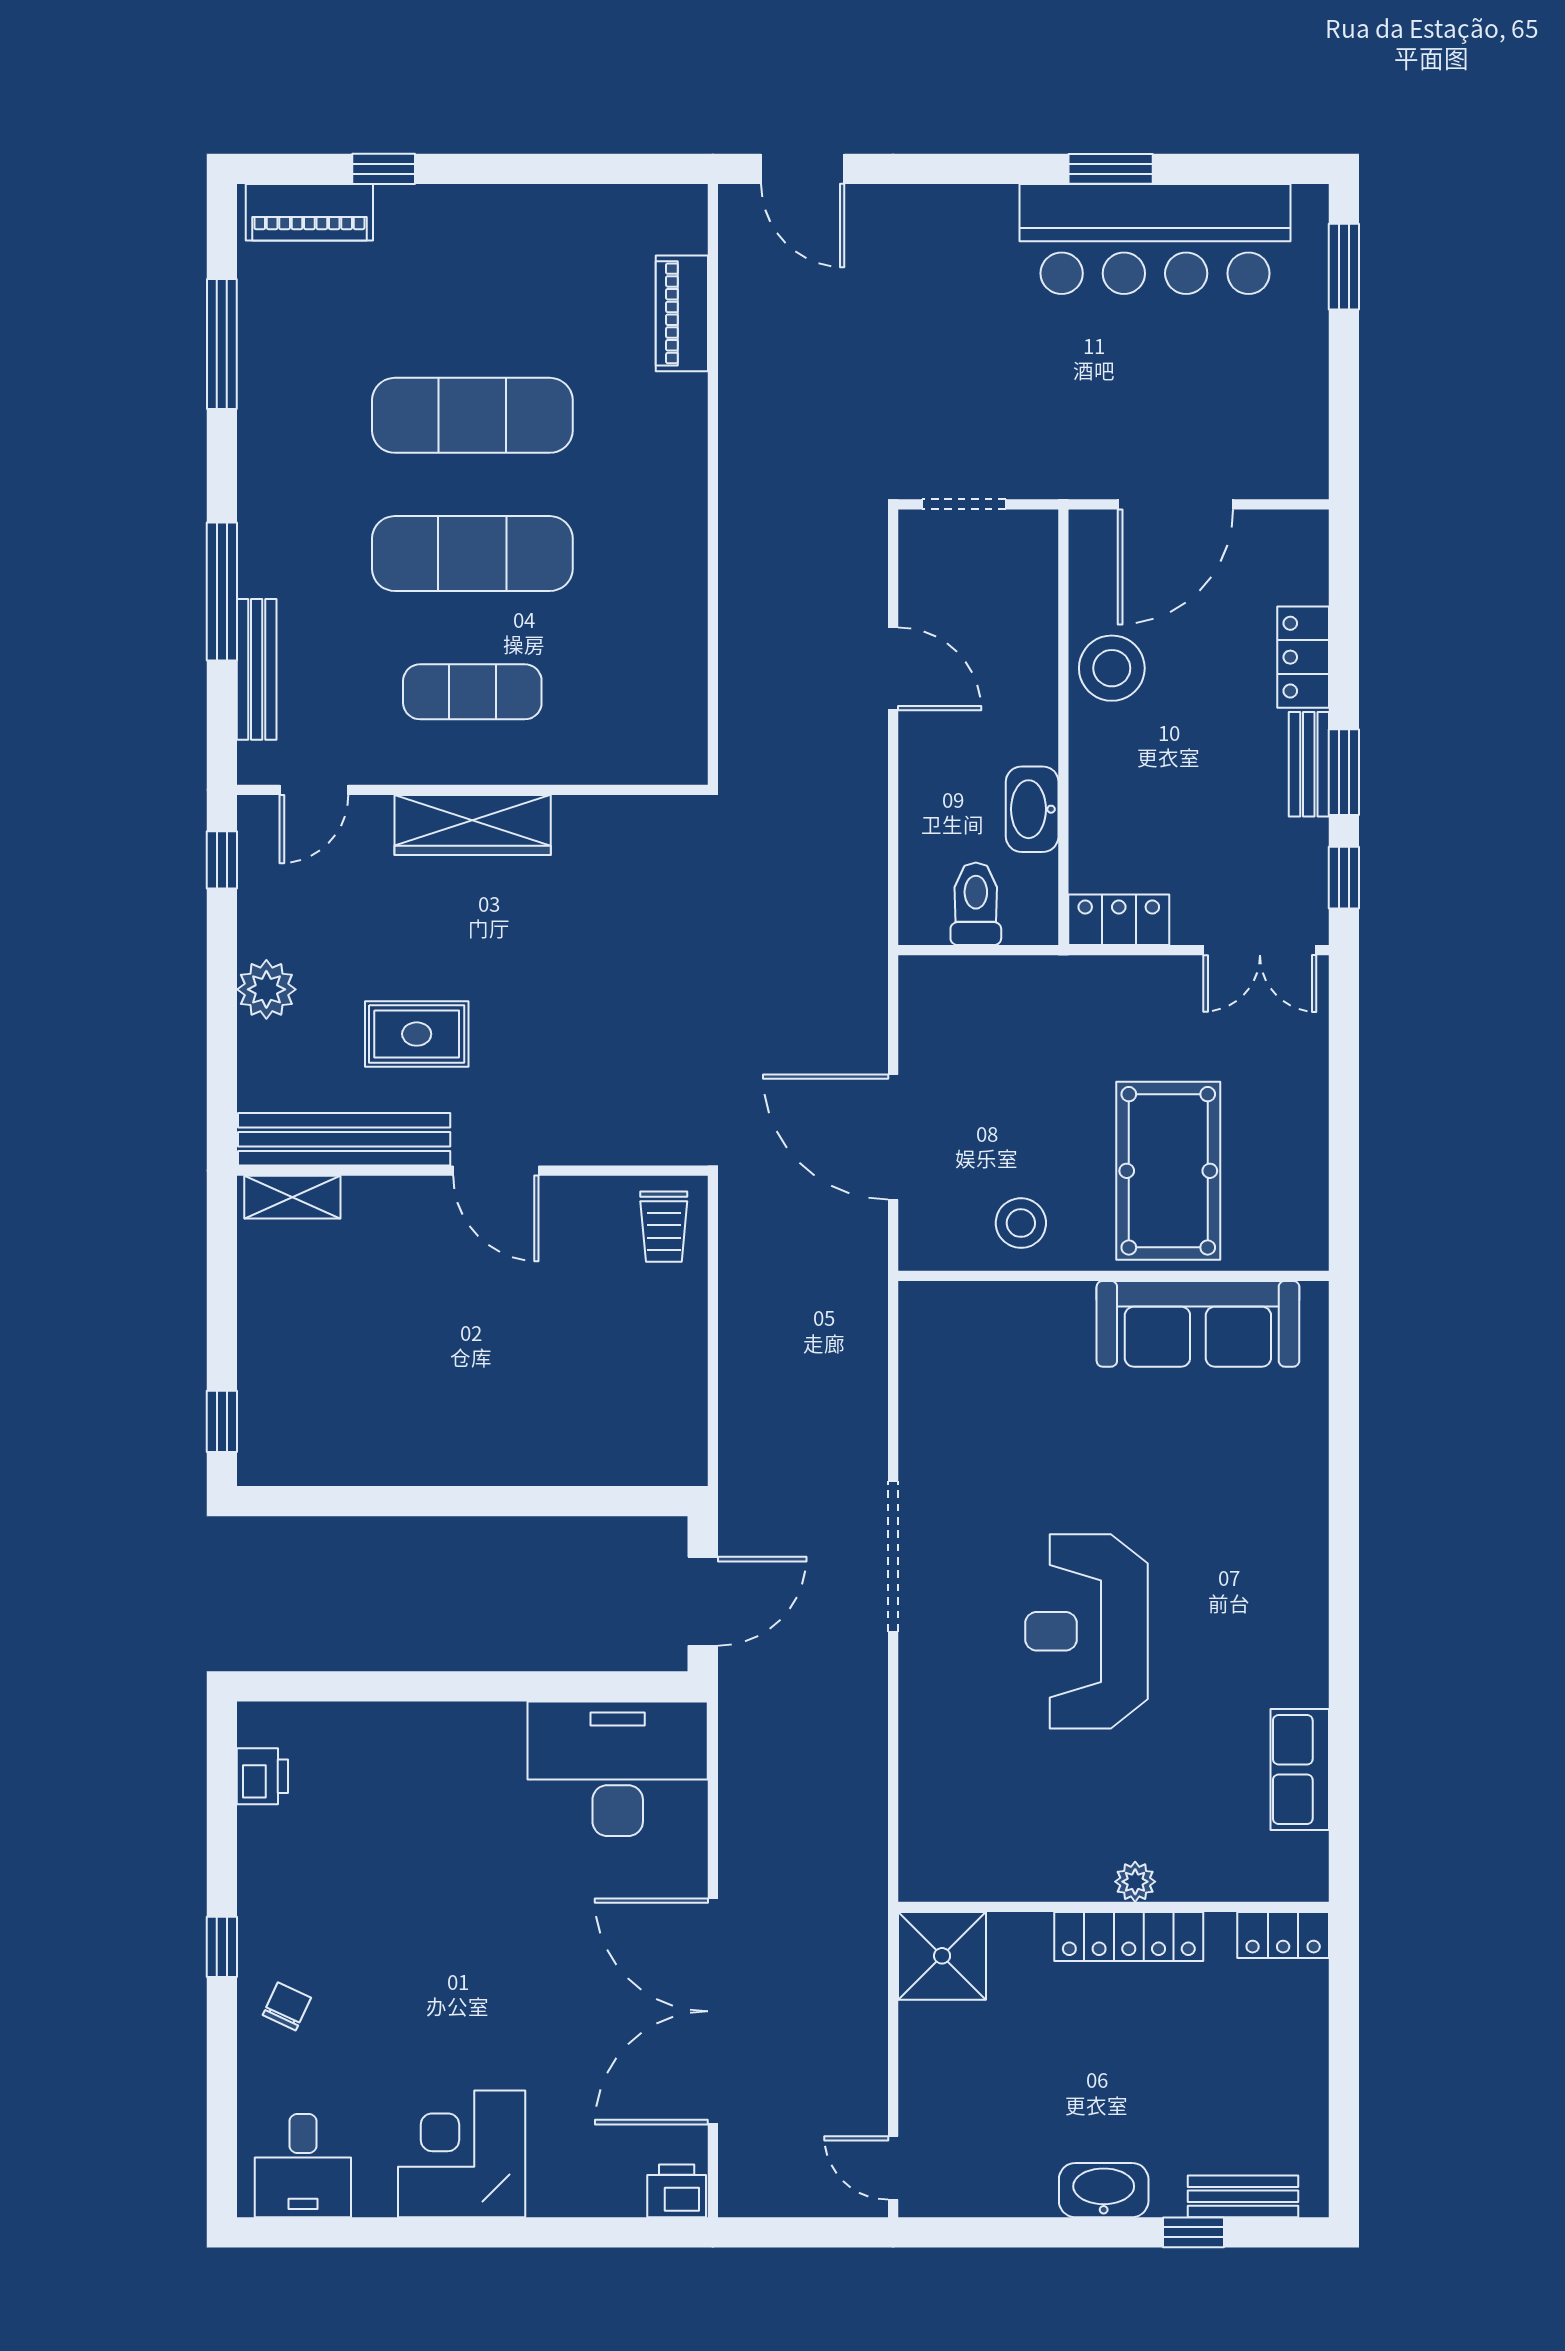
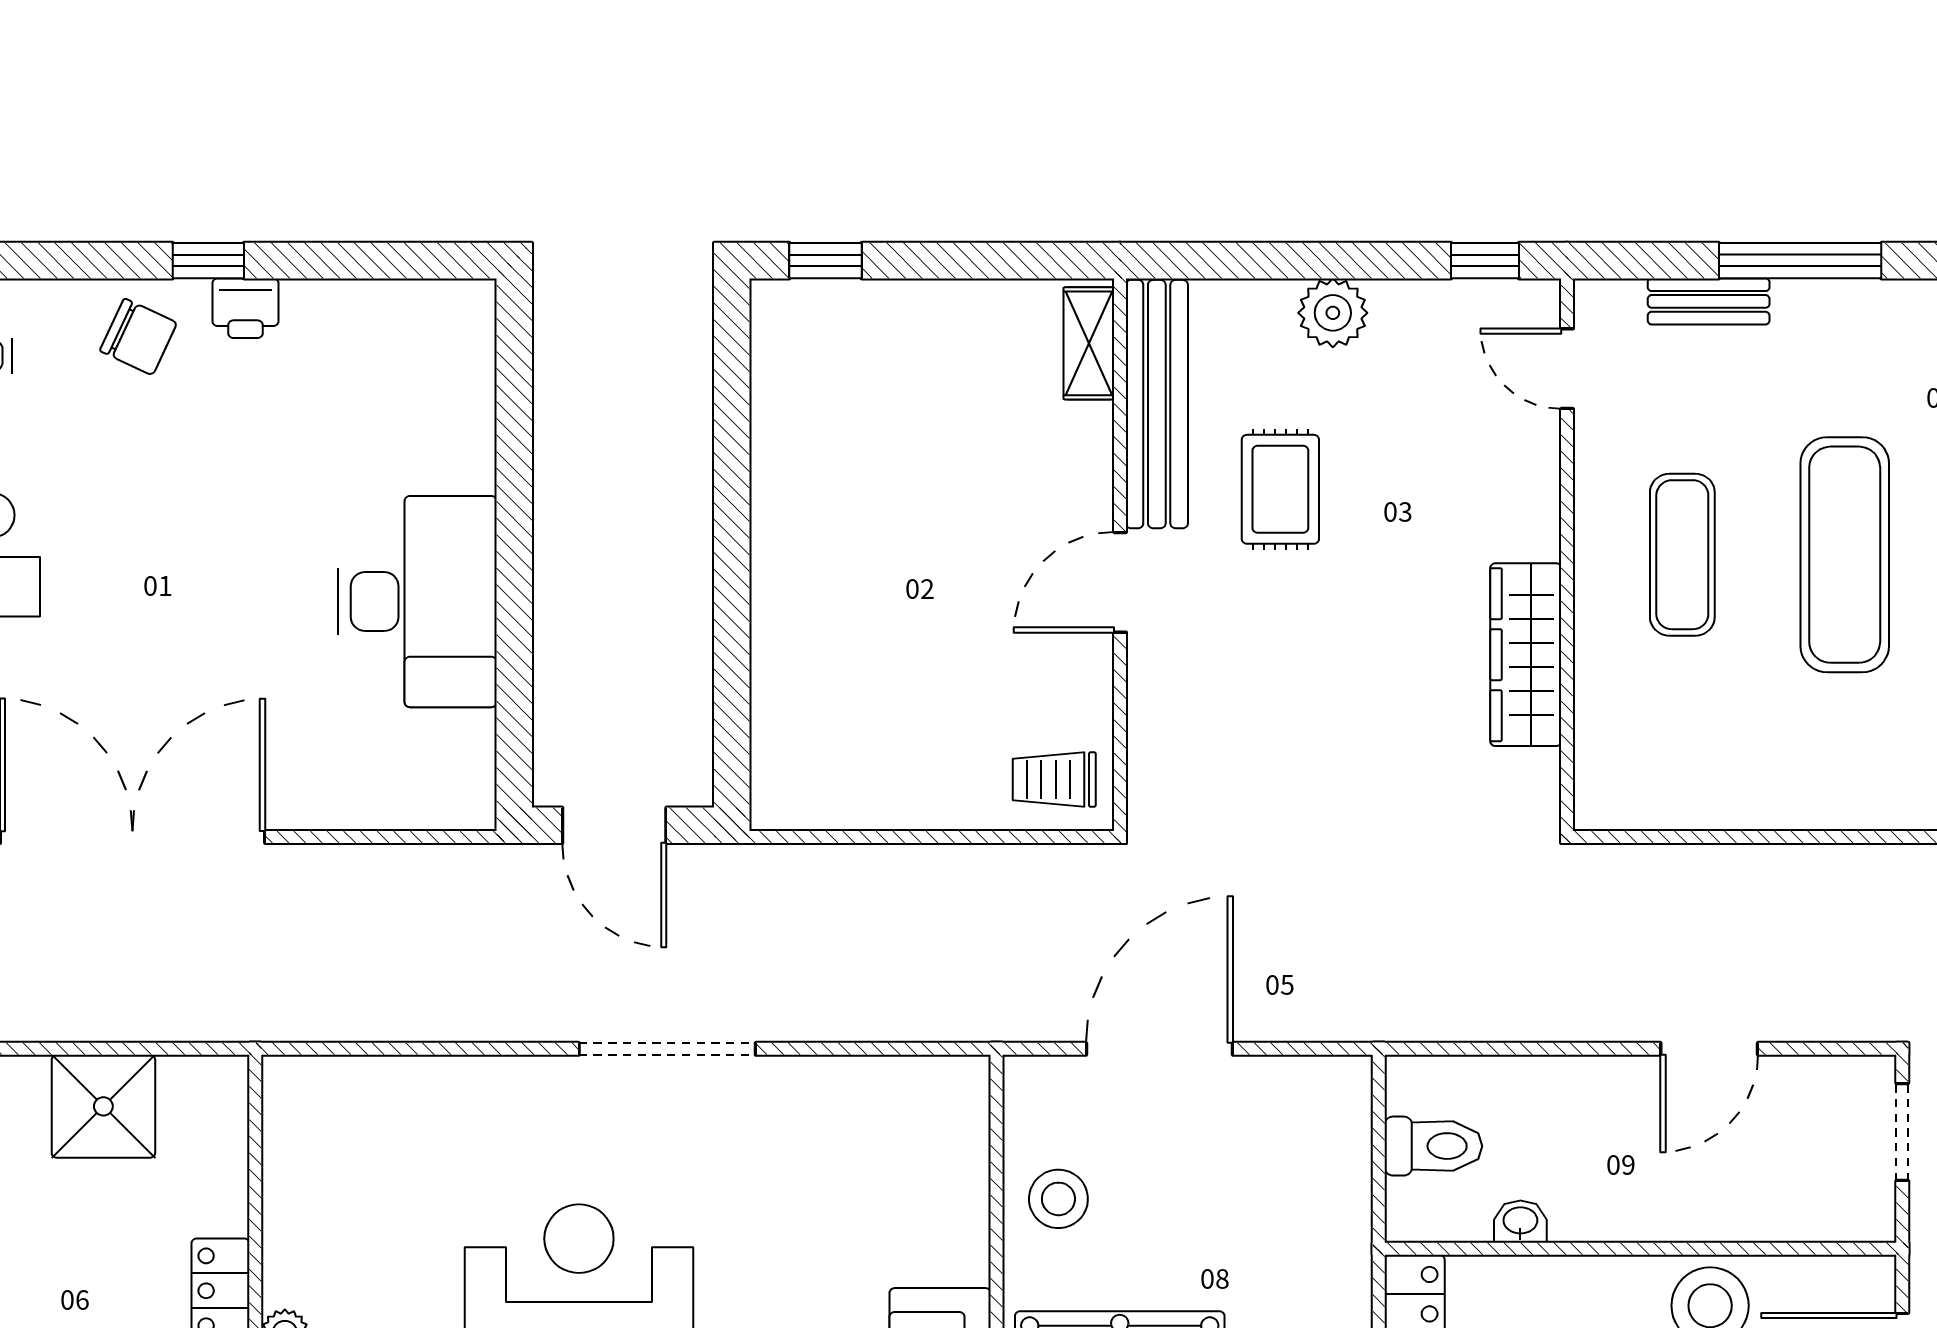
bench: (257, 669) -> (1709, 301), width x0.73
washbasin: (1032, 809) -> (1520, 1222), width x0.52, depth x0.69
wardrobe: (473, 825) -> (1526, 655), moved
desk: (618, 1769) -> (417, 602), moved
printer: (262, 1776) -> (245, 308), moved
shower: (942, 1956) -> (103, 1106), moved
chair: (287, 2006) -> (138, 337), width x1.37, depth x1.37

